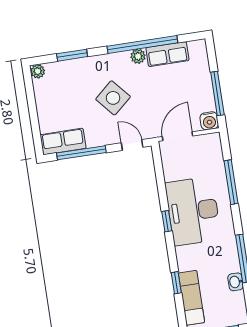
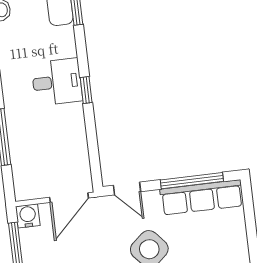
row of seats: (63, 141) -> (202, 197), width x1.48
desk: (193, 211) -> (57, 82), width x0.53, depth x0.77

